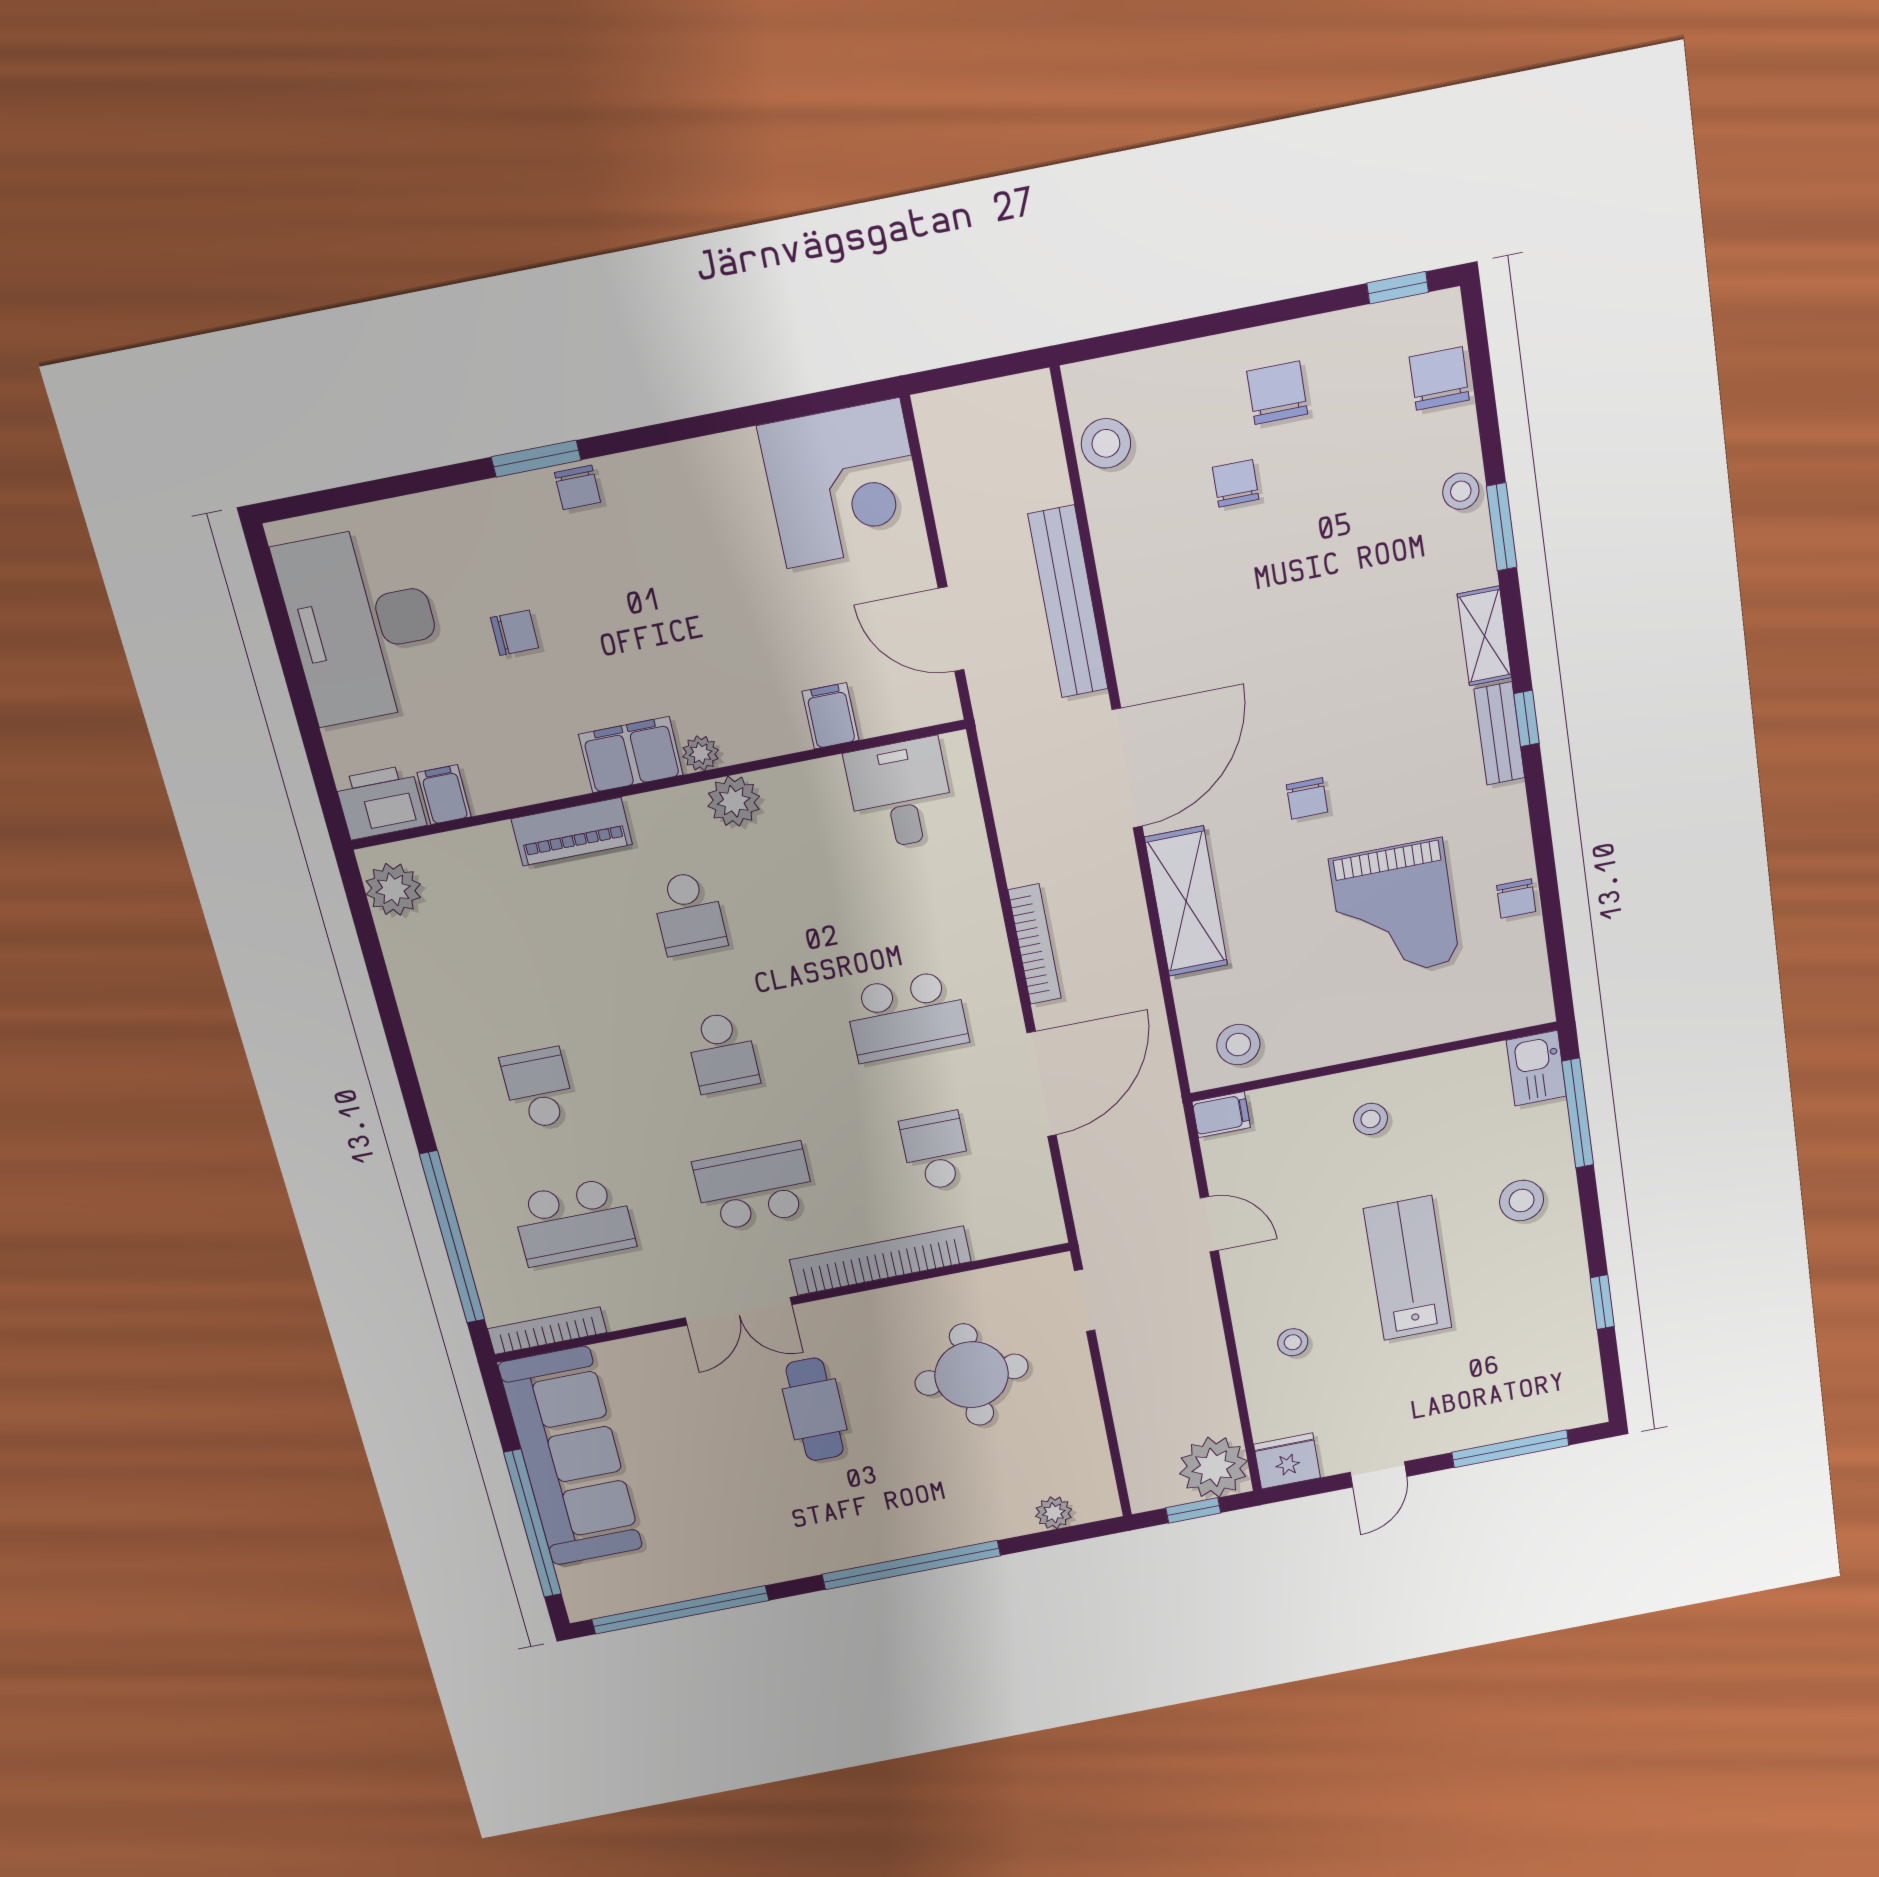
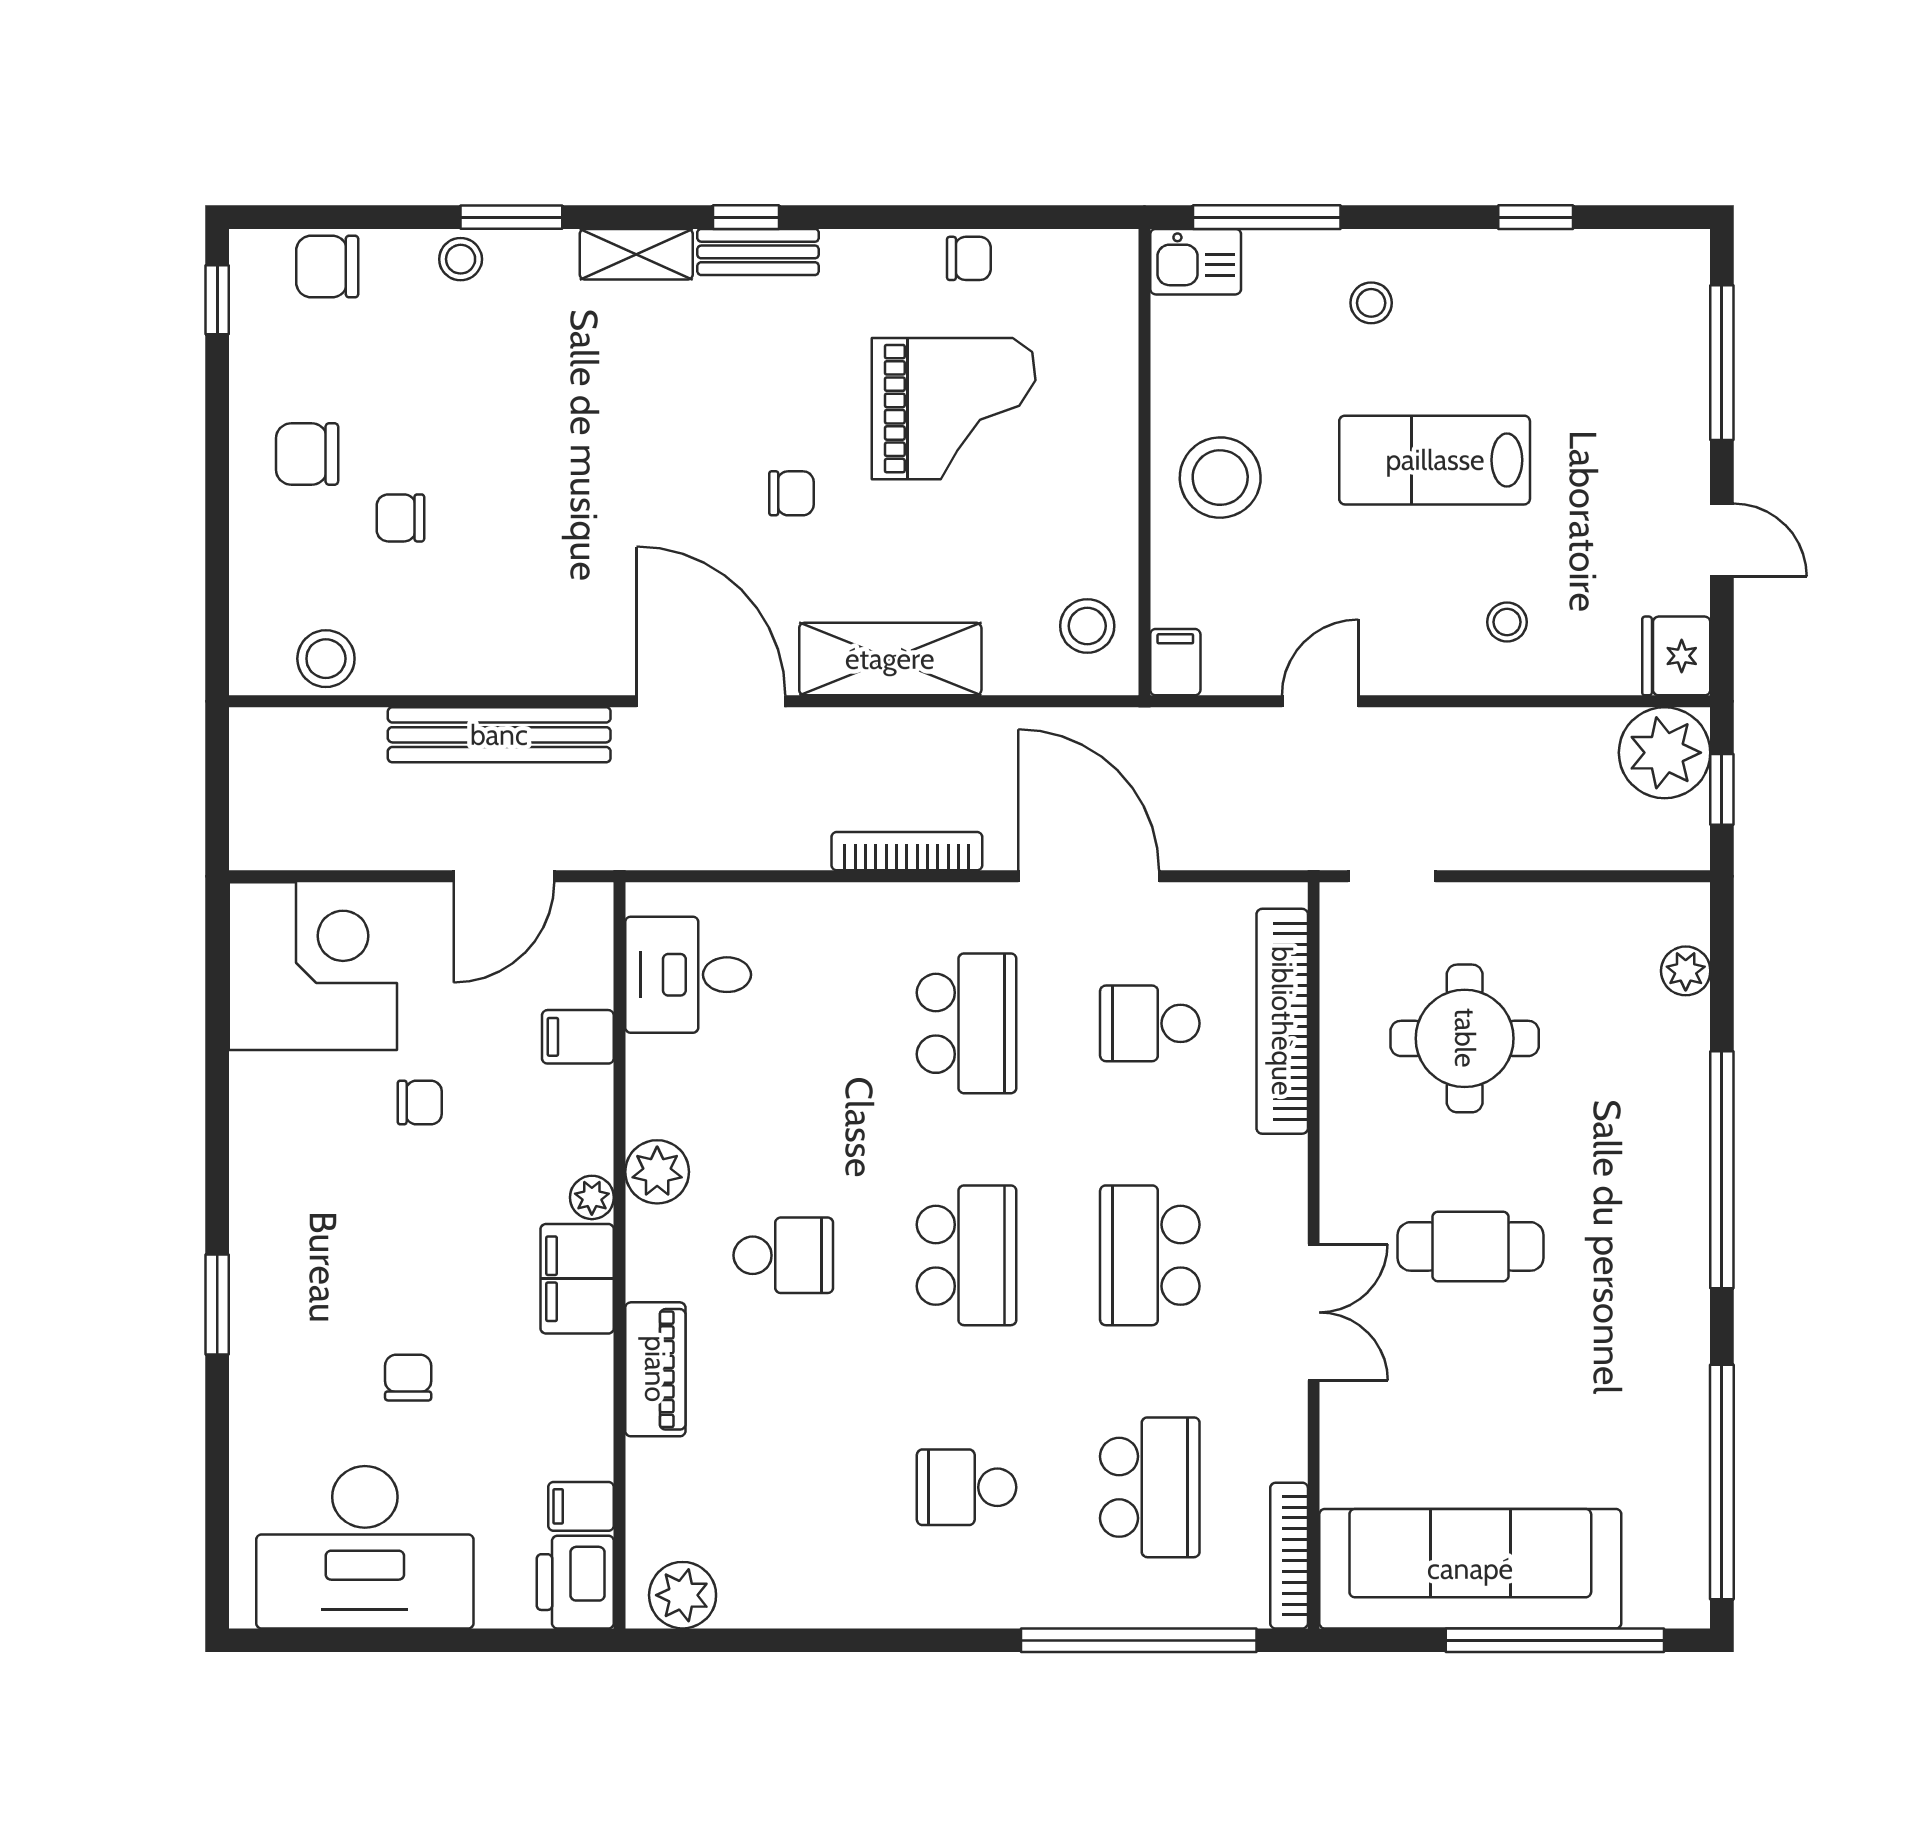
chair: (578, 487) -> (420, 1103), moved
school desk: (722, 1052) -> (967, 1255), width x1.85
stool: (1371, 1119) -> (1220, 478), width x1.89, depth x1.89
stool: (1522, 1201) -> (1371, 303), width x0.73, depth x0.73
bookcase: (880, 1261) -> (1282, 1021), moved

